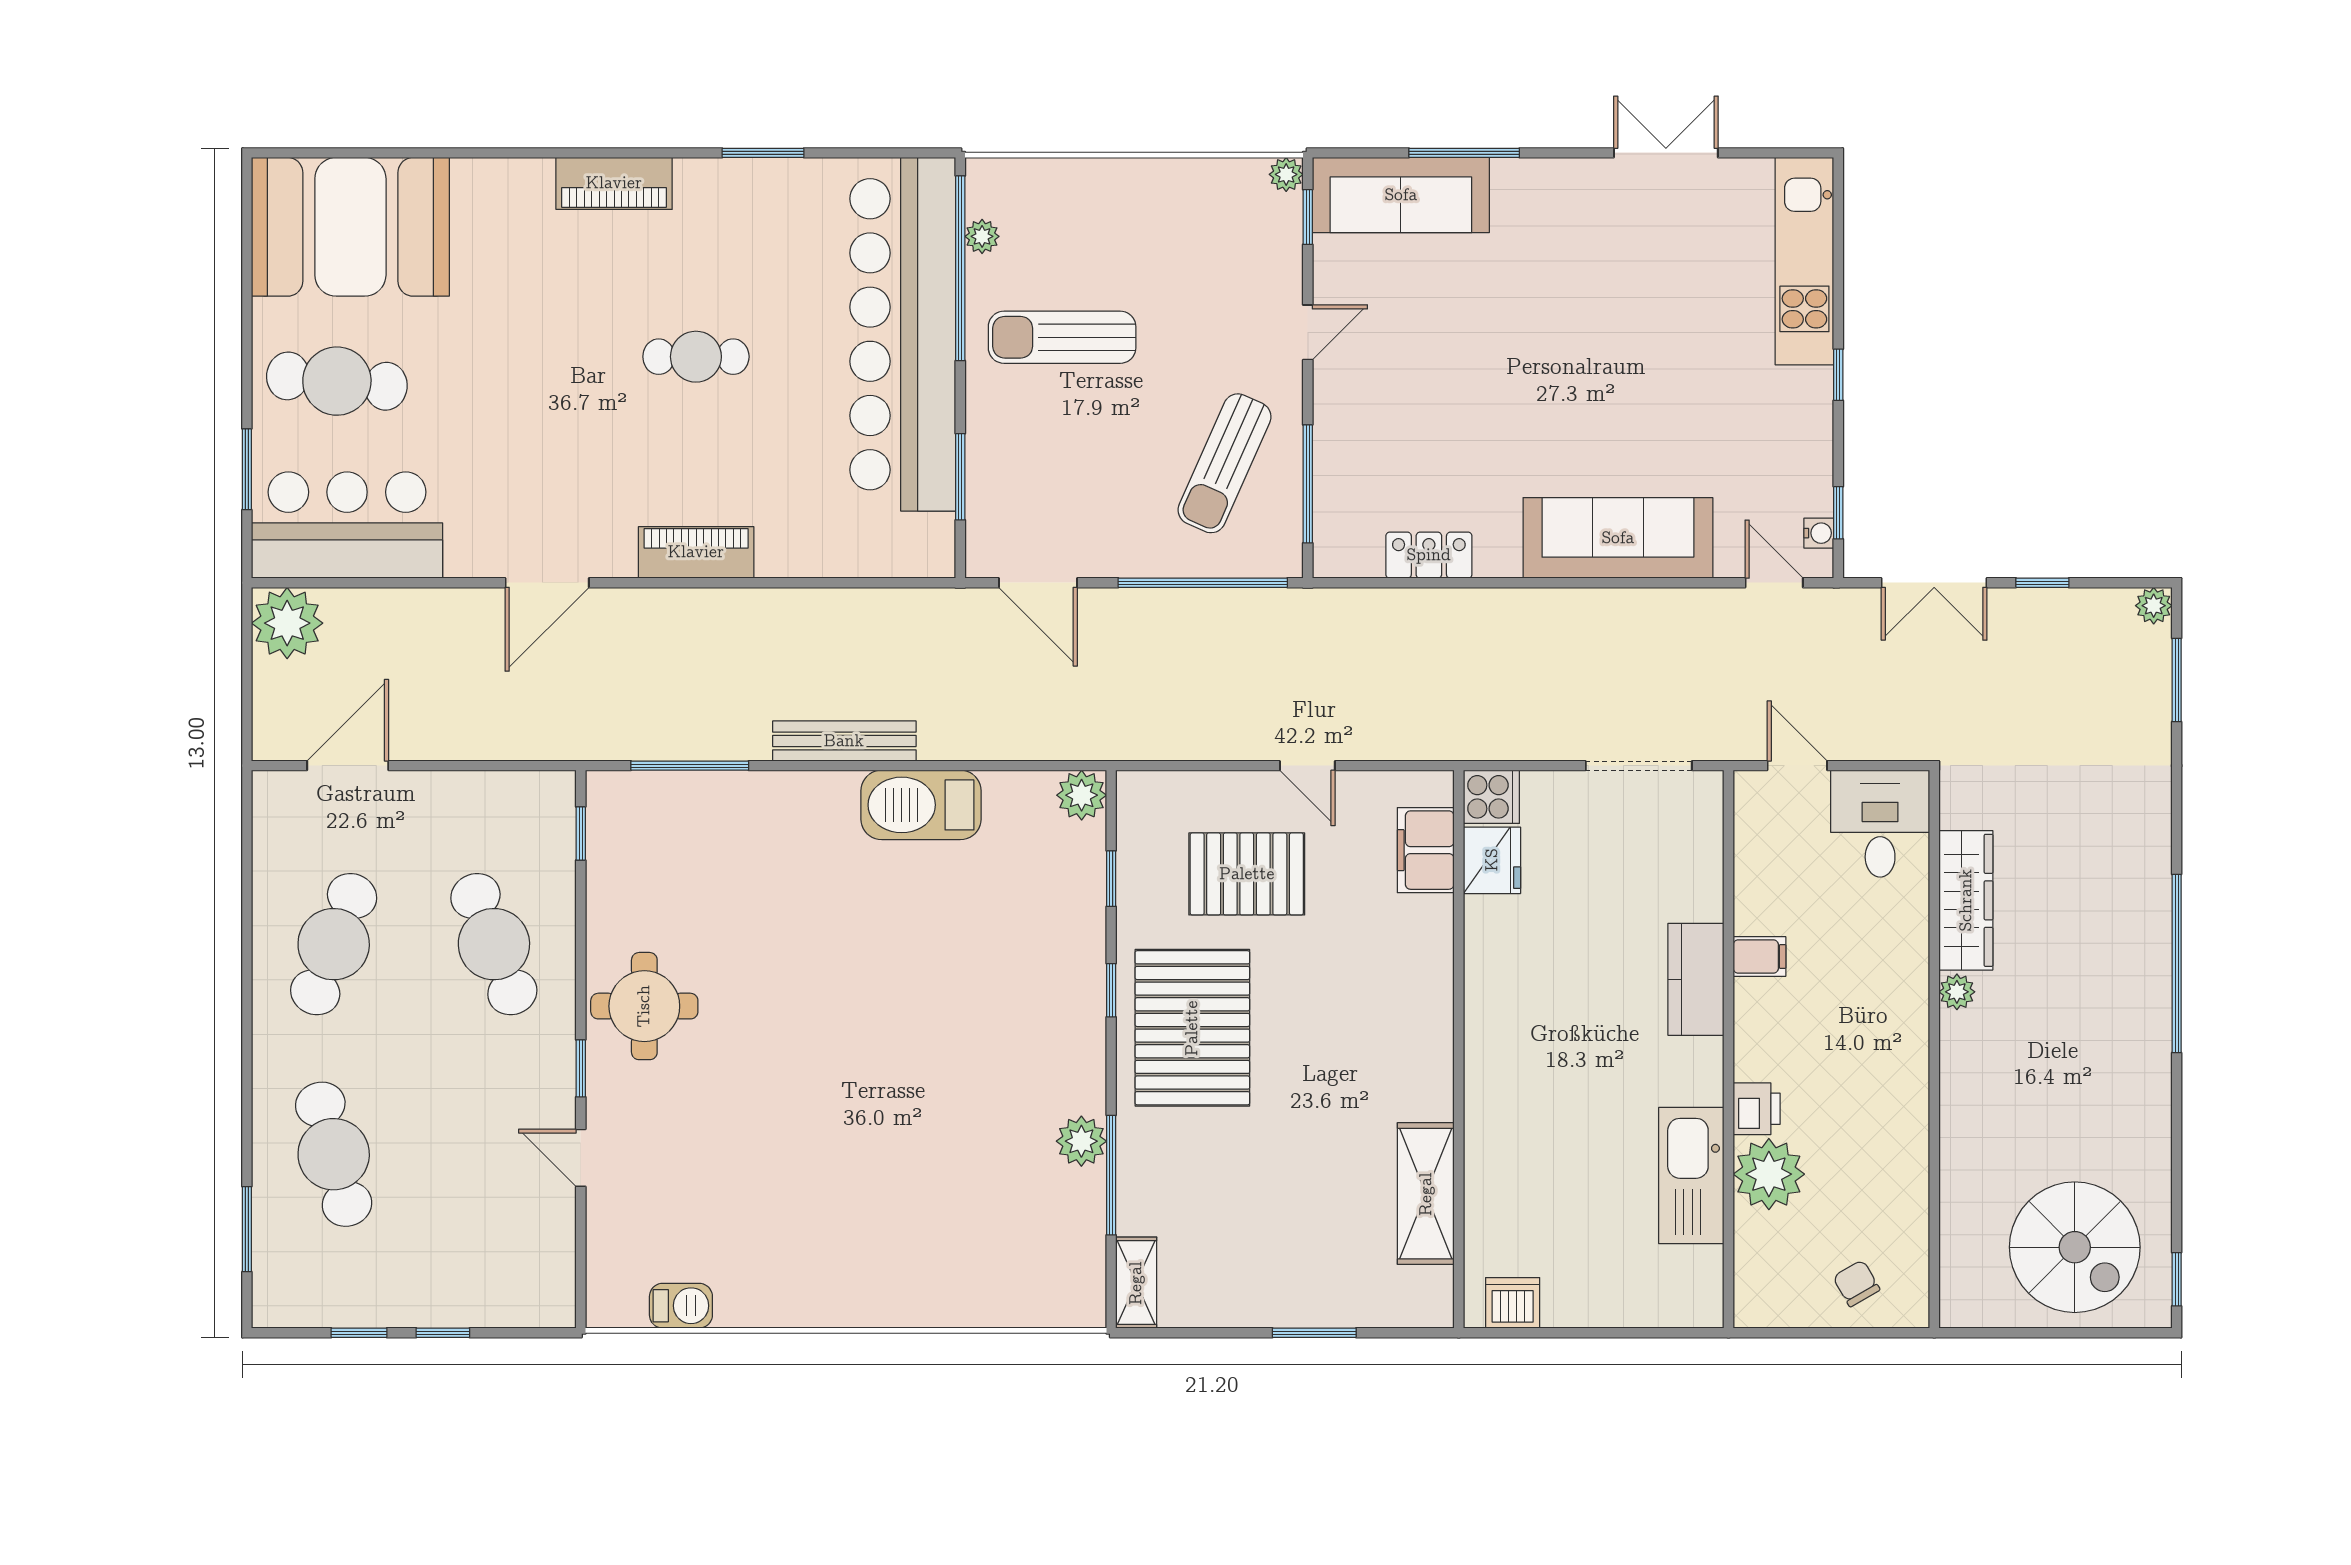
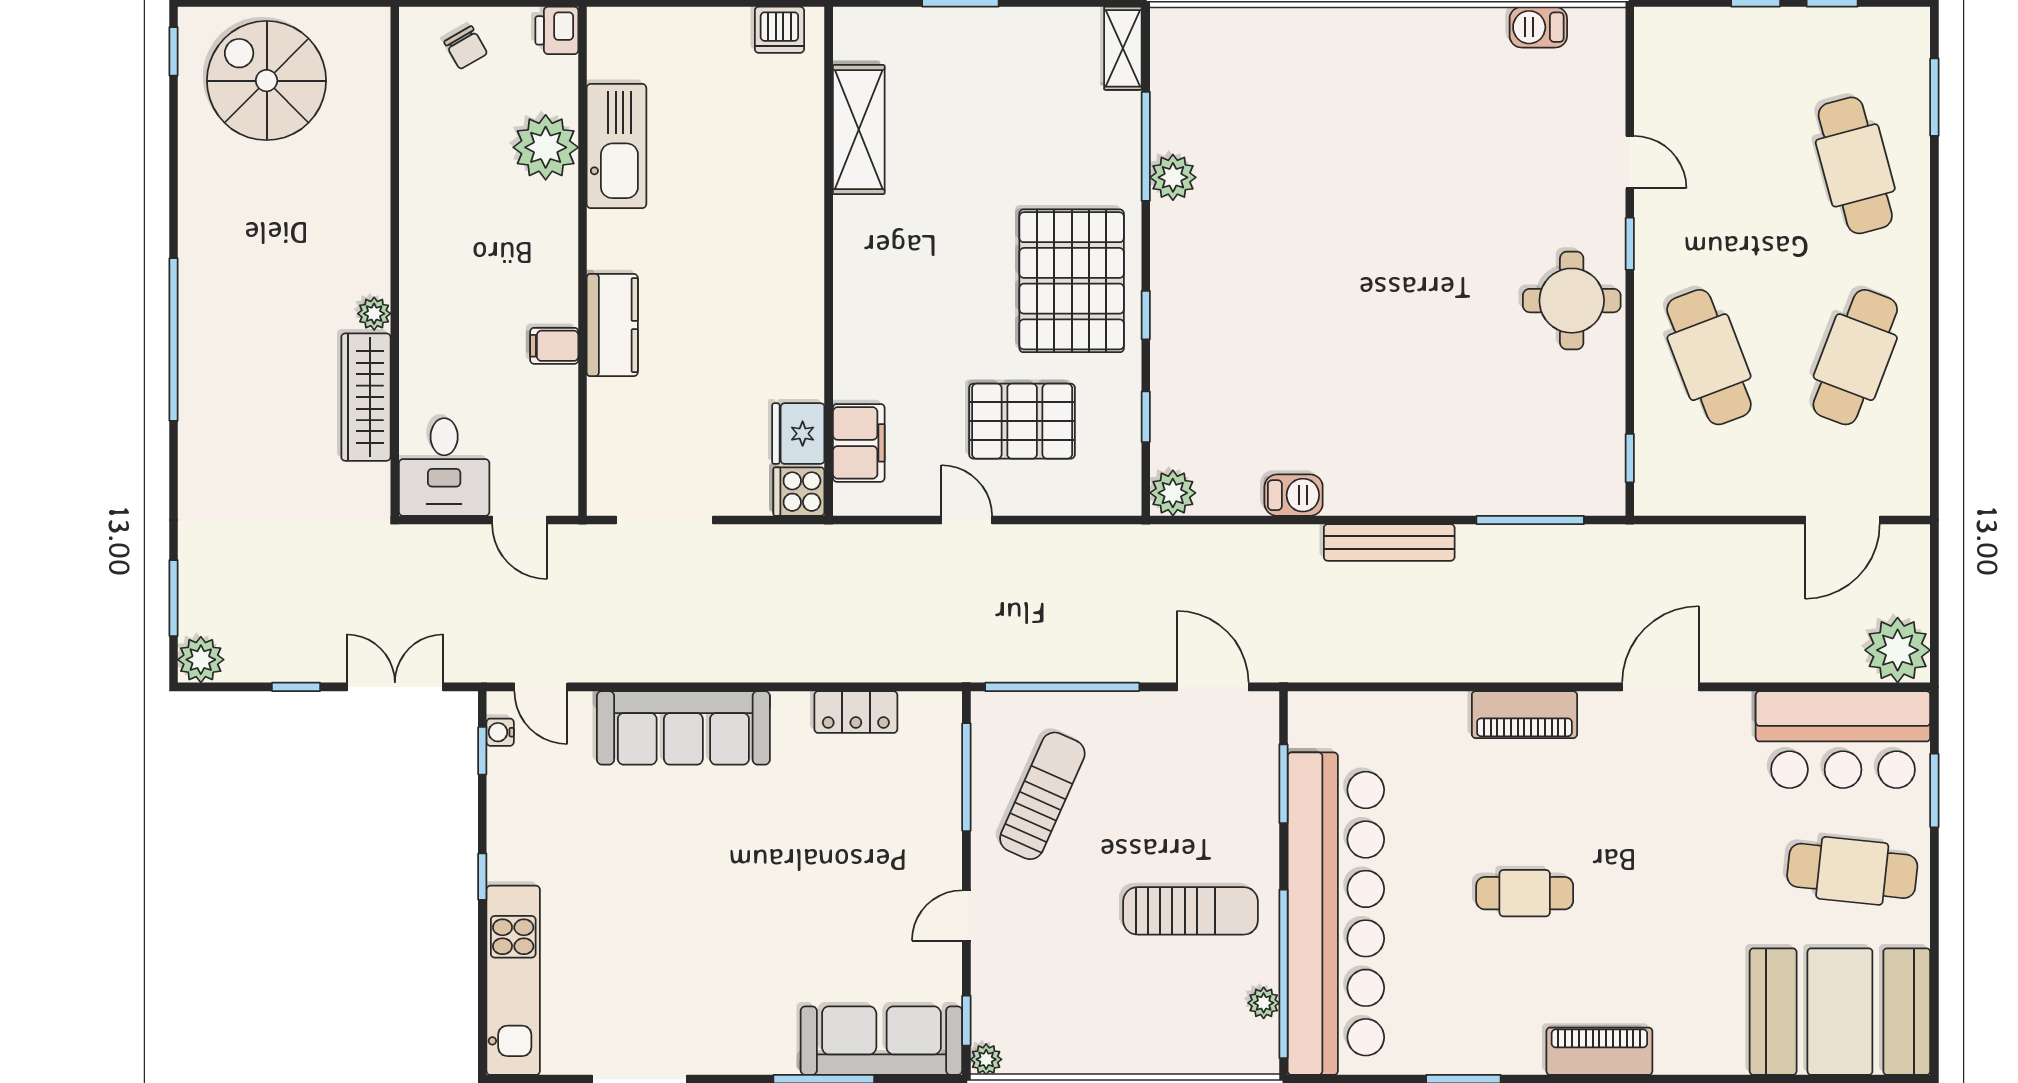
plant: (2154, 606) -> (201, 660), width x1.38, depth x1.38
barbecue: (921, 805) -> (1294, 495), width x0.53, depth x0.65
printer: (1757, 1109) -> (557, 30), moved

